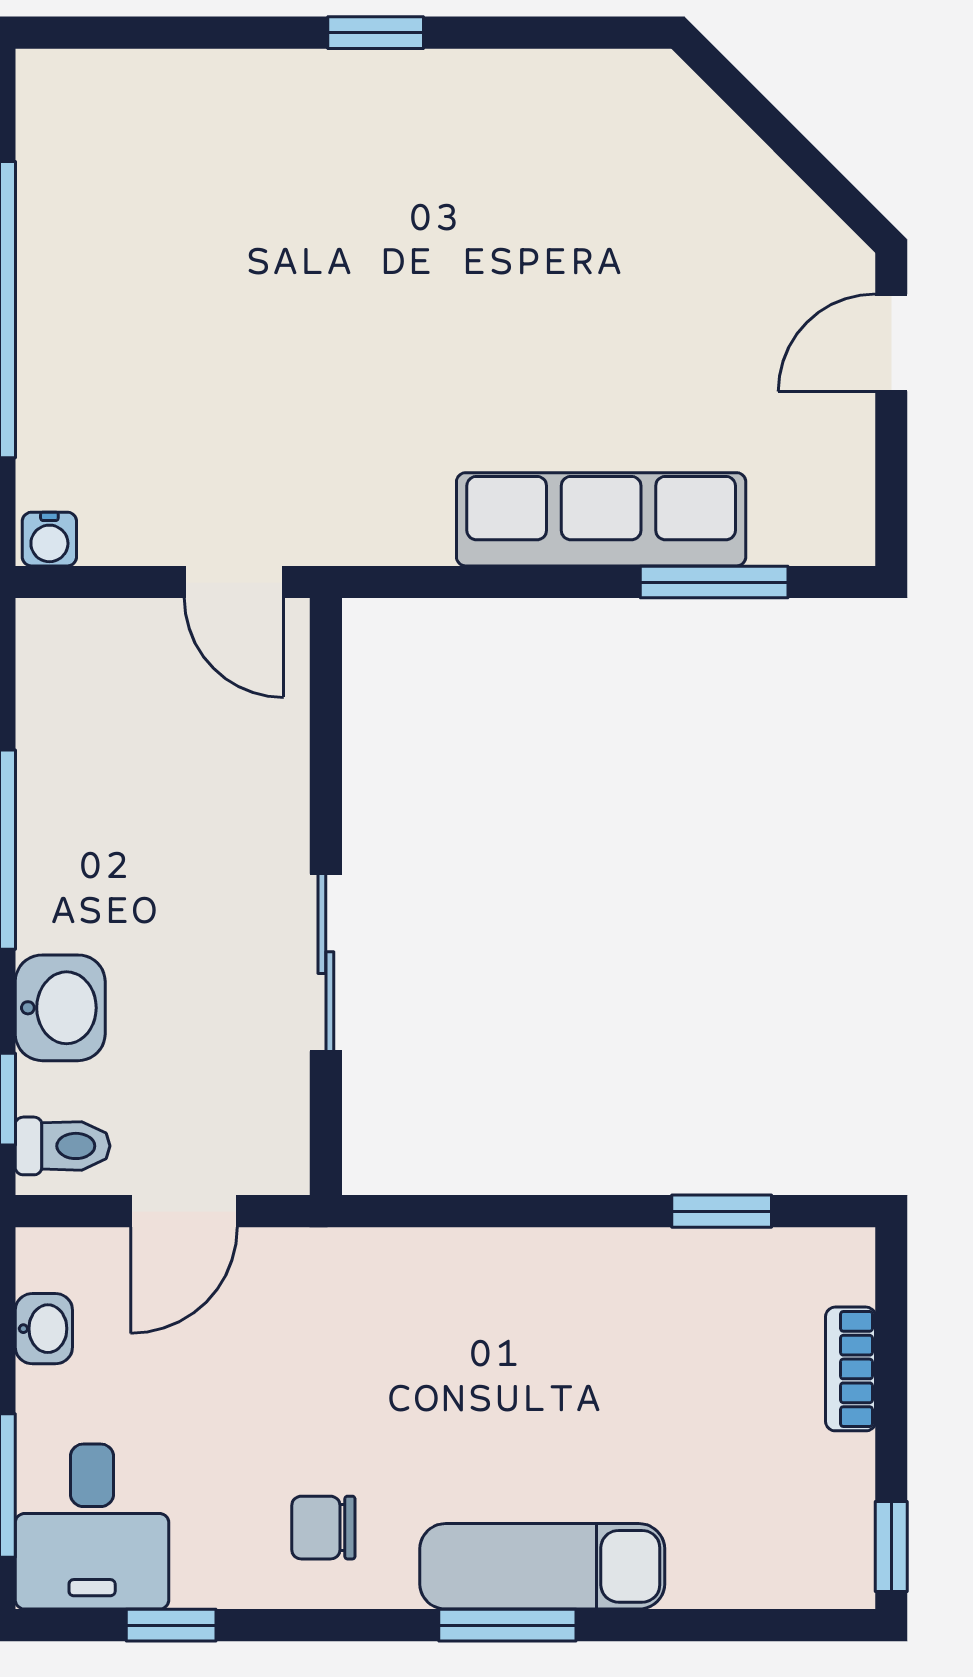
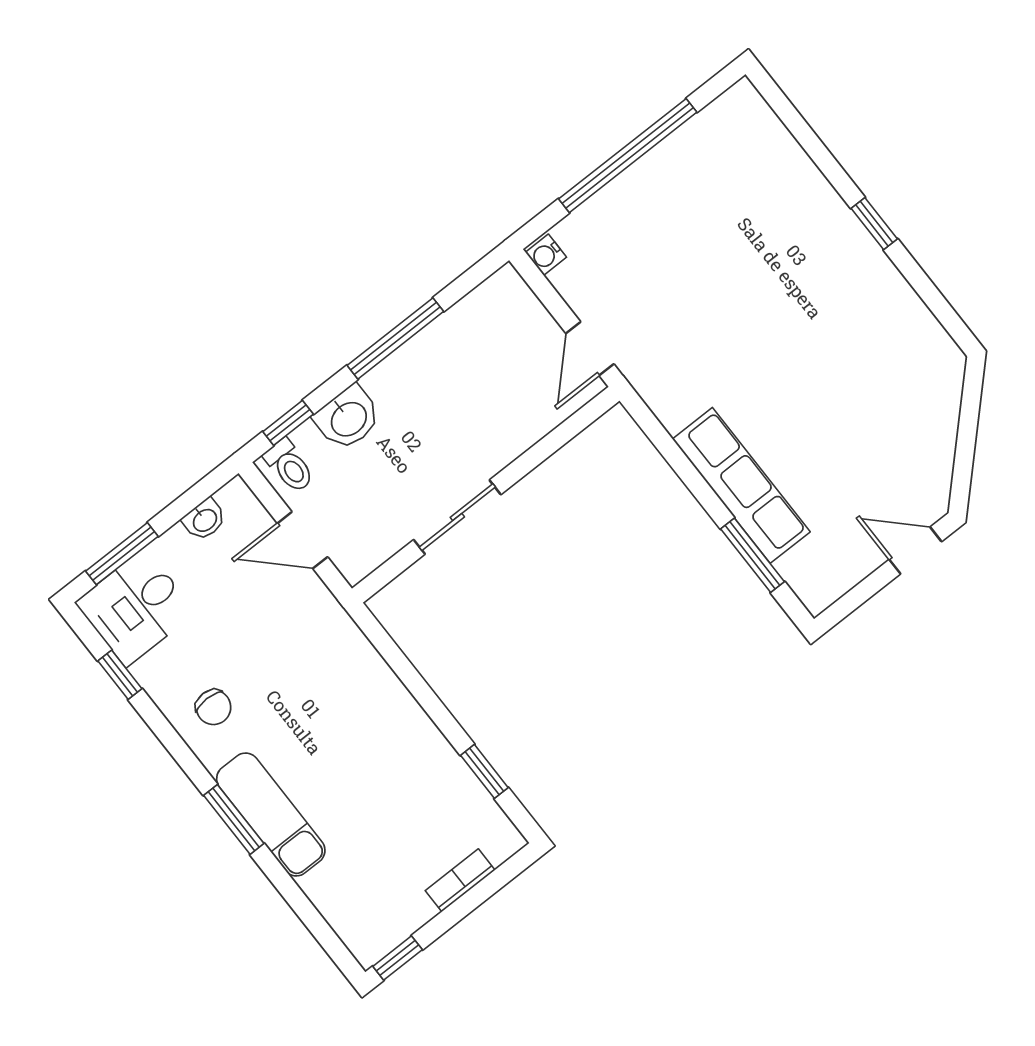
chair: (323, 1528) -> (213, 707), turned 180

